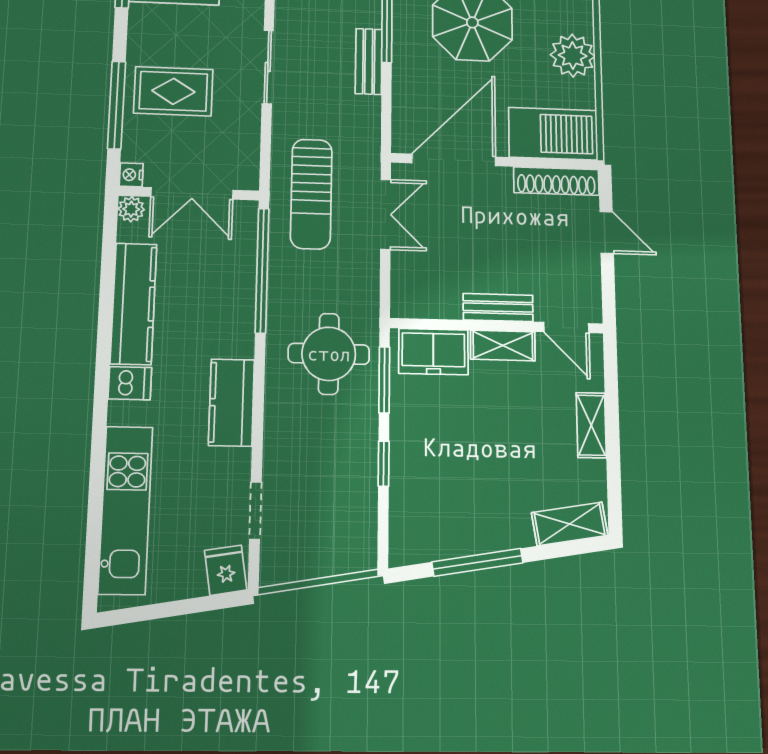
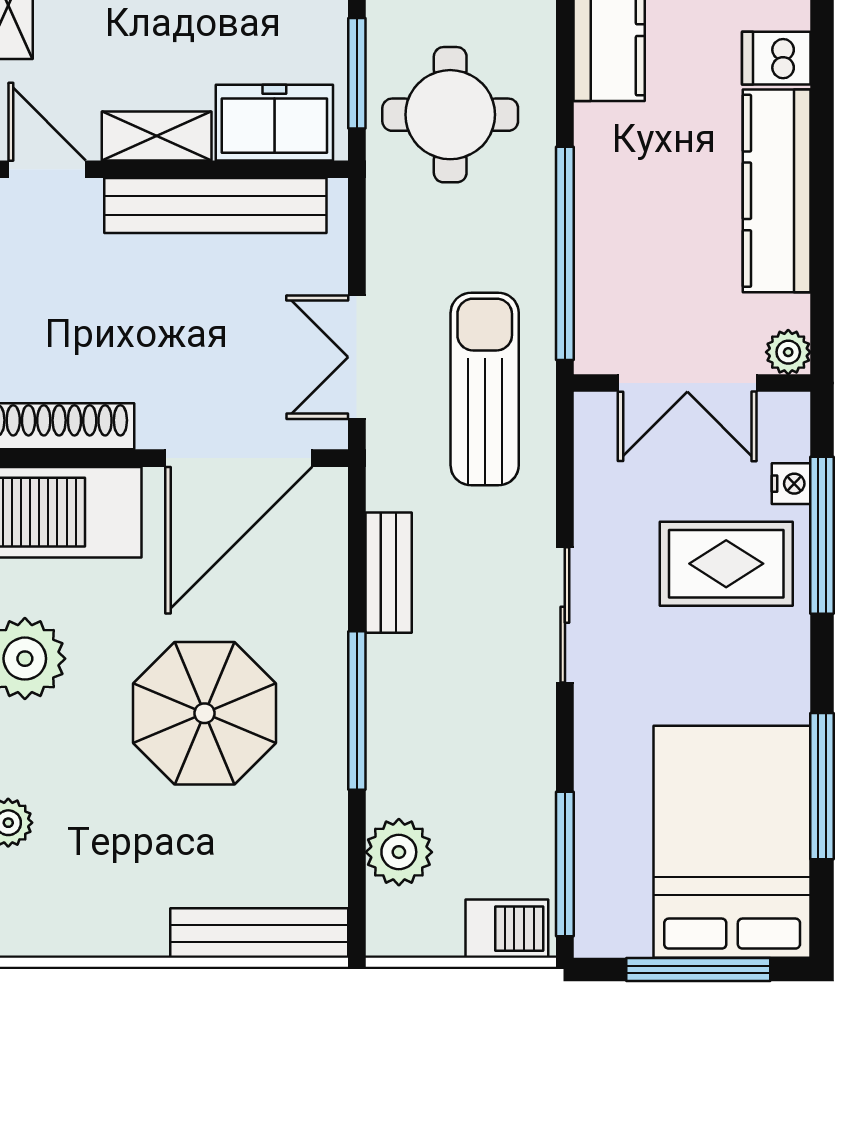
bench: (369, 61) -> (389, 573), moved
nightstand: (131, 175) -> (791, 484), moved
double door: (192, 193) -> (687, 383), swing flipped
bench: (498, 307) -> (215, 206), width x1.86, depth x1.21

